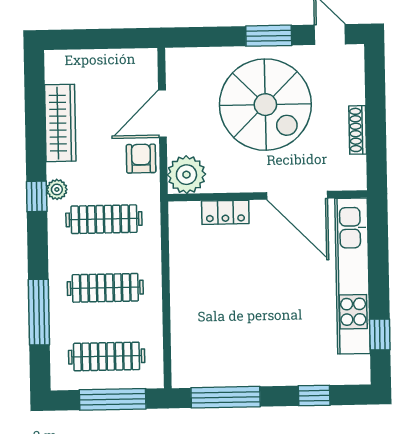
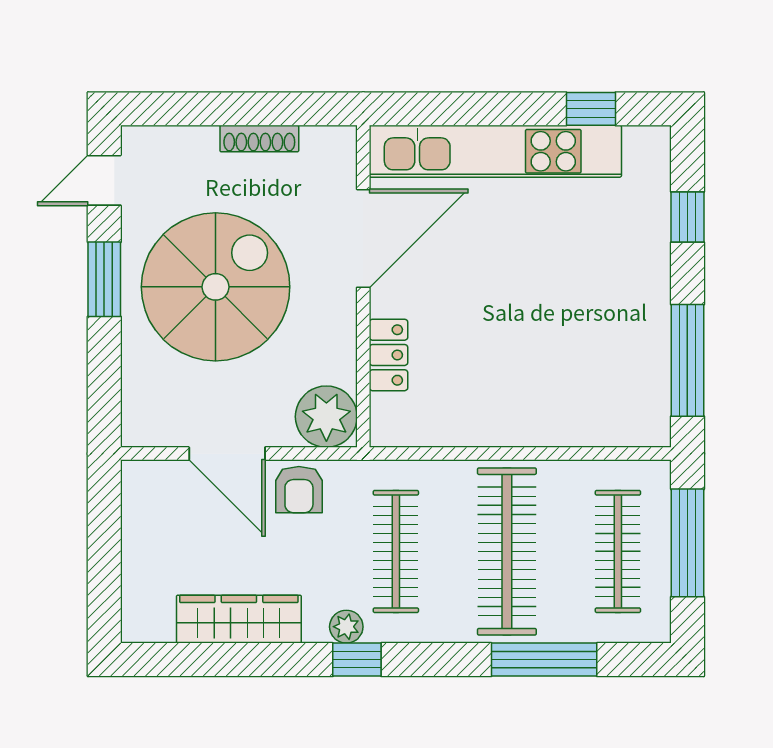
armchair: (141, 159) -> (299, 490), turned -90
clothes rail: (105, 288) -> (507, 551), width x1.37, depth x1.31

